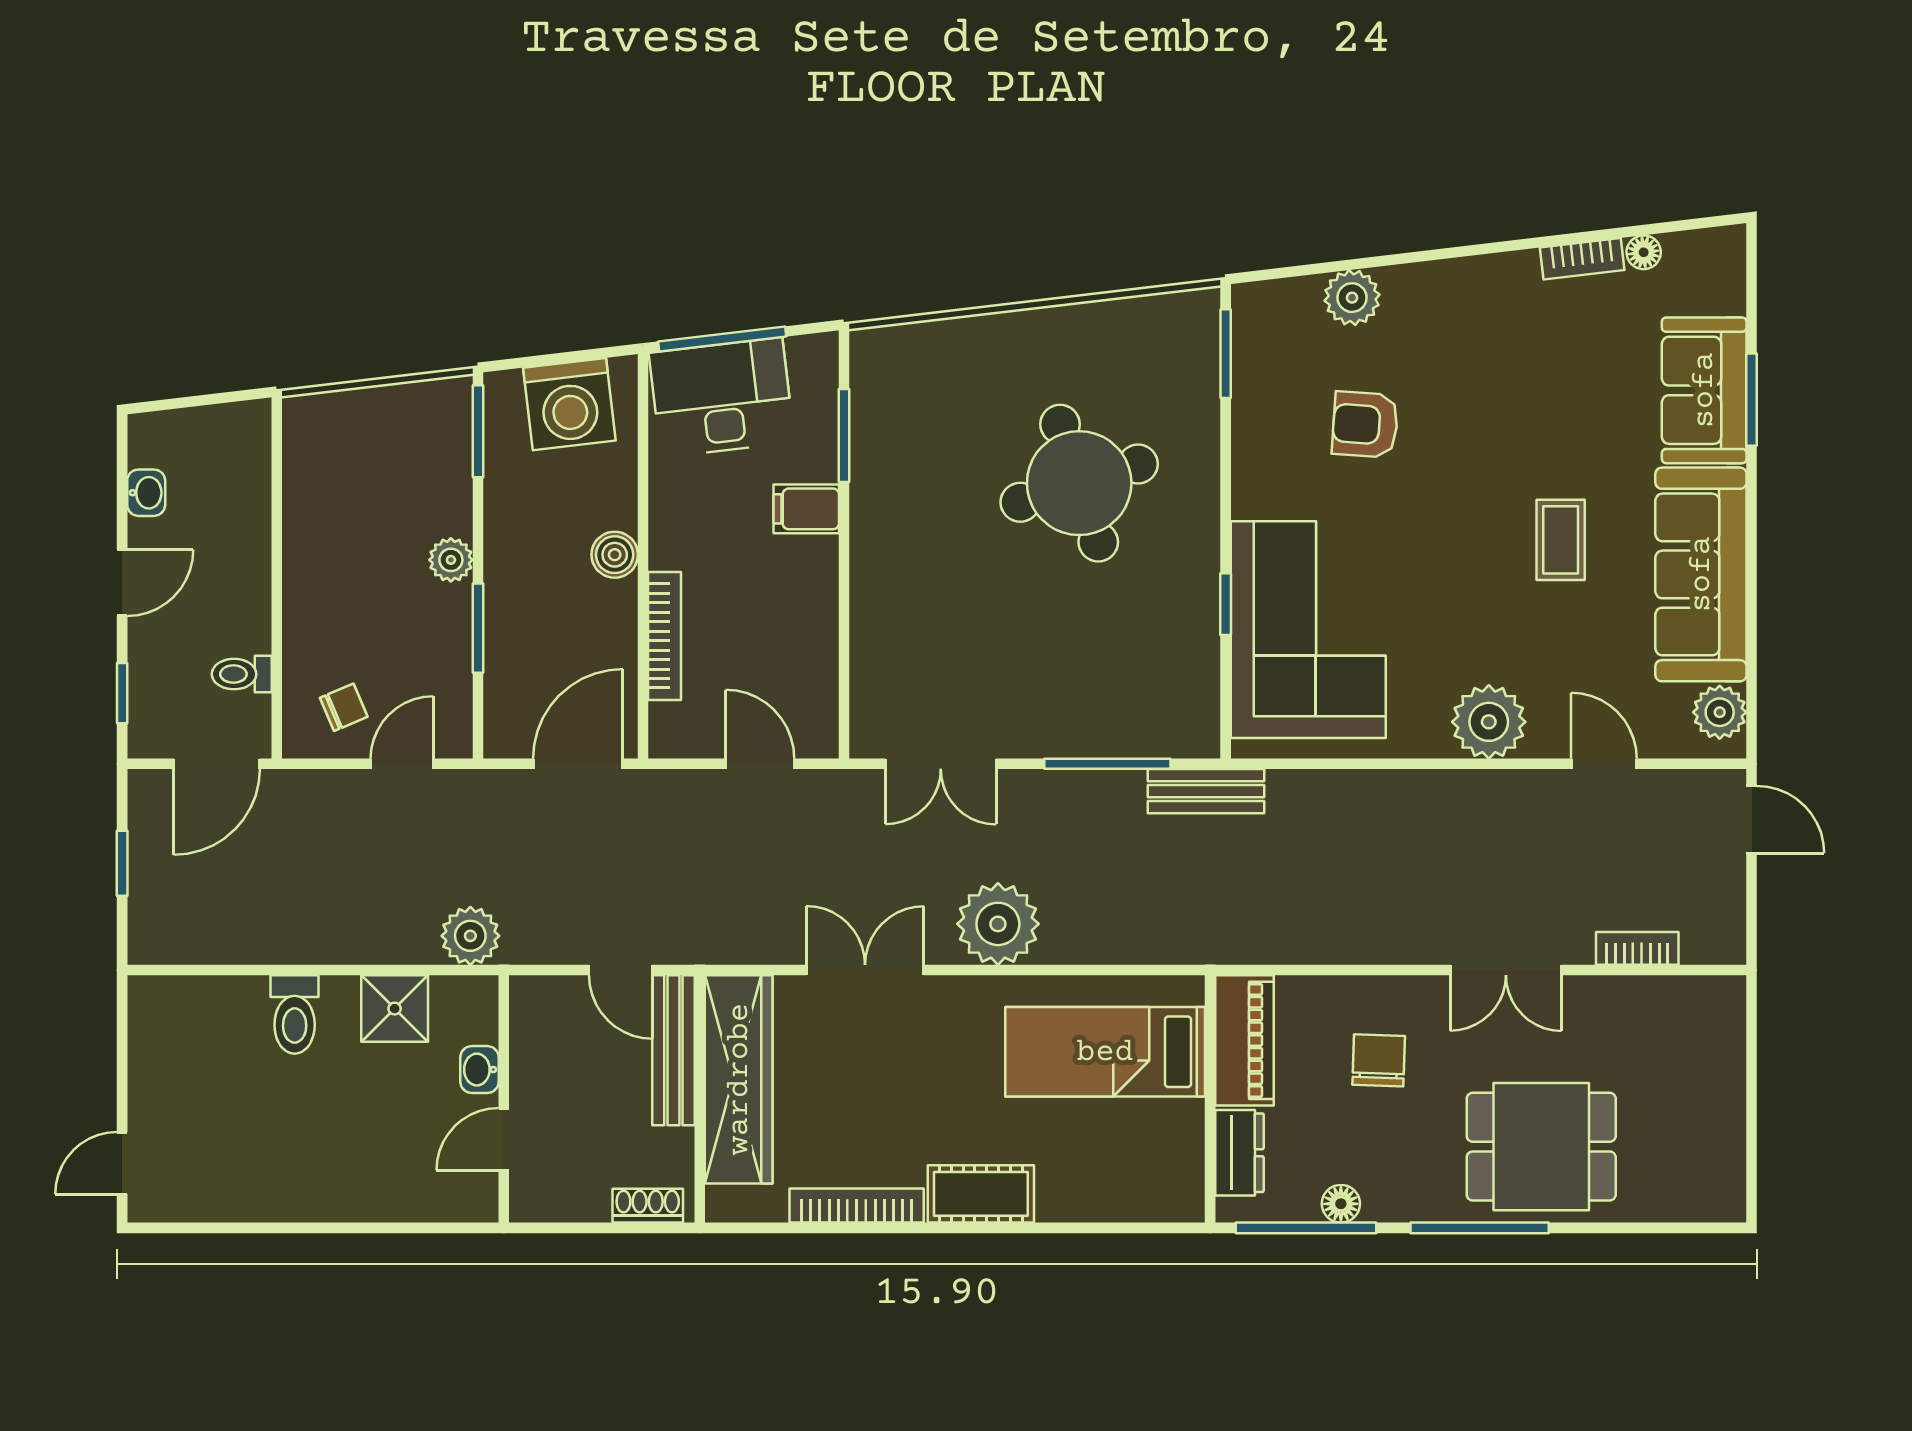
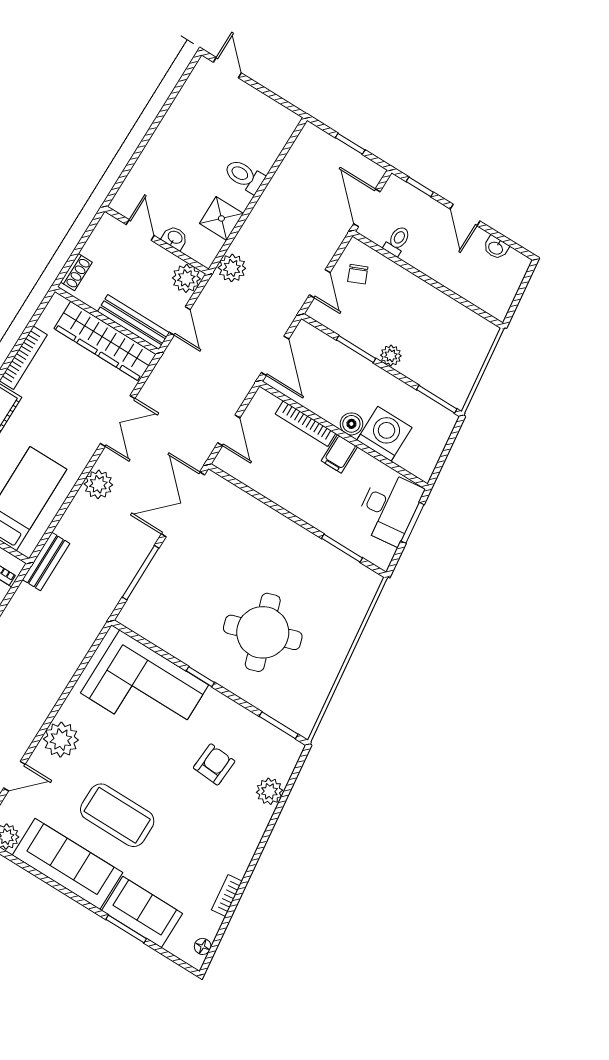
floor lamp: (1644, 252) -> (203, 946), moved
window: (722, 339) -> (413, 523), width x0.69
washing machine: (569, 404) -> (384, 434), moved, turned 97
filing cabinet: (806, 509) -> (339, 454), moved, turned 180
coffee table: (1561, 540) -> (117, 815), width x1.86, depth x1.72
window: (1226, 604) -> (200, 677), moved
door: (760, 764) -> (229, 430), hinge flipped
double door: (941, 764) -> (183, 504), width x1.37
bench: (1206, 791) -> (46, 562), moved
plant: (998, 924) -> (98, 484), width x0.73, depth x0.73
door: (621, 970) -> (180, 321), swing flipped
plant: (539, 1005) -> (186, 278), added

